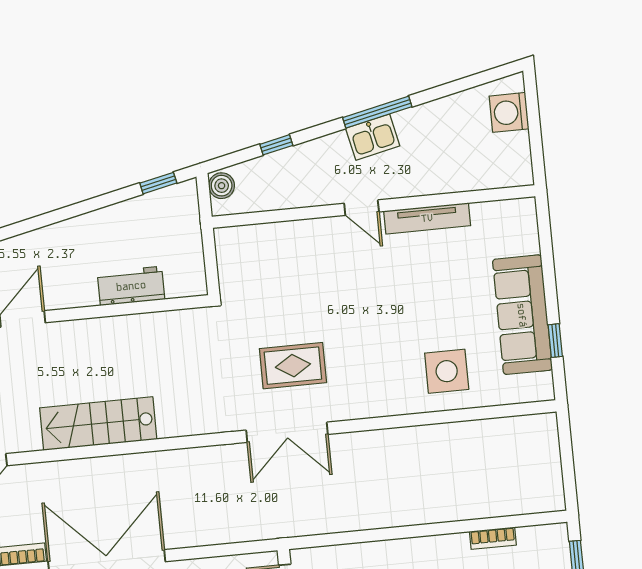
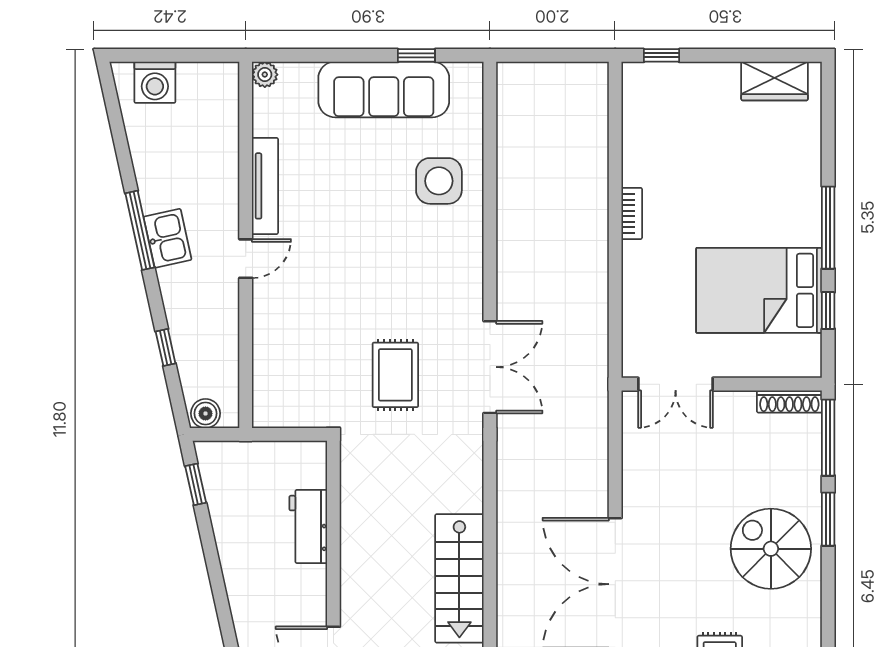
plant: (525, 209) -> (265, 75), added
rug: (293, 366) -> (395, 375), moved
bookcase: (493, 538) -> (632, 213), moved

